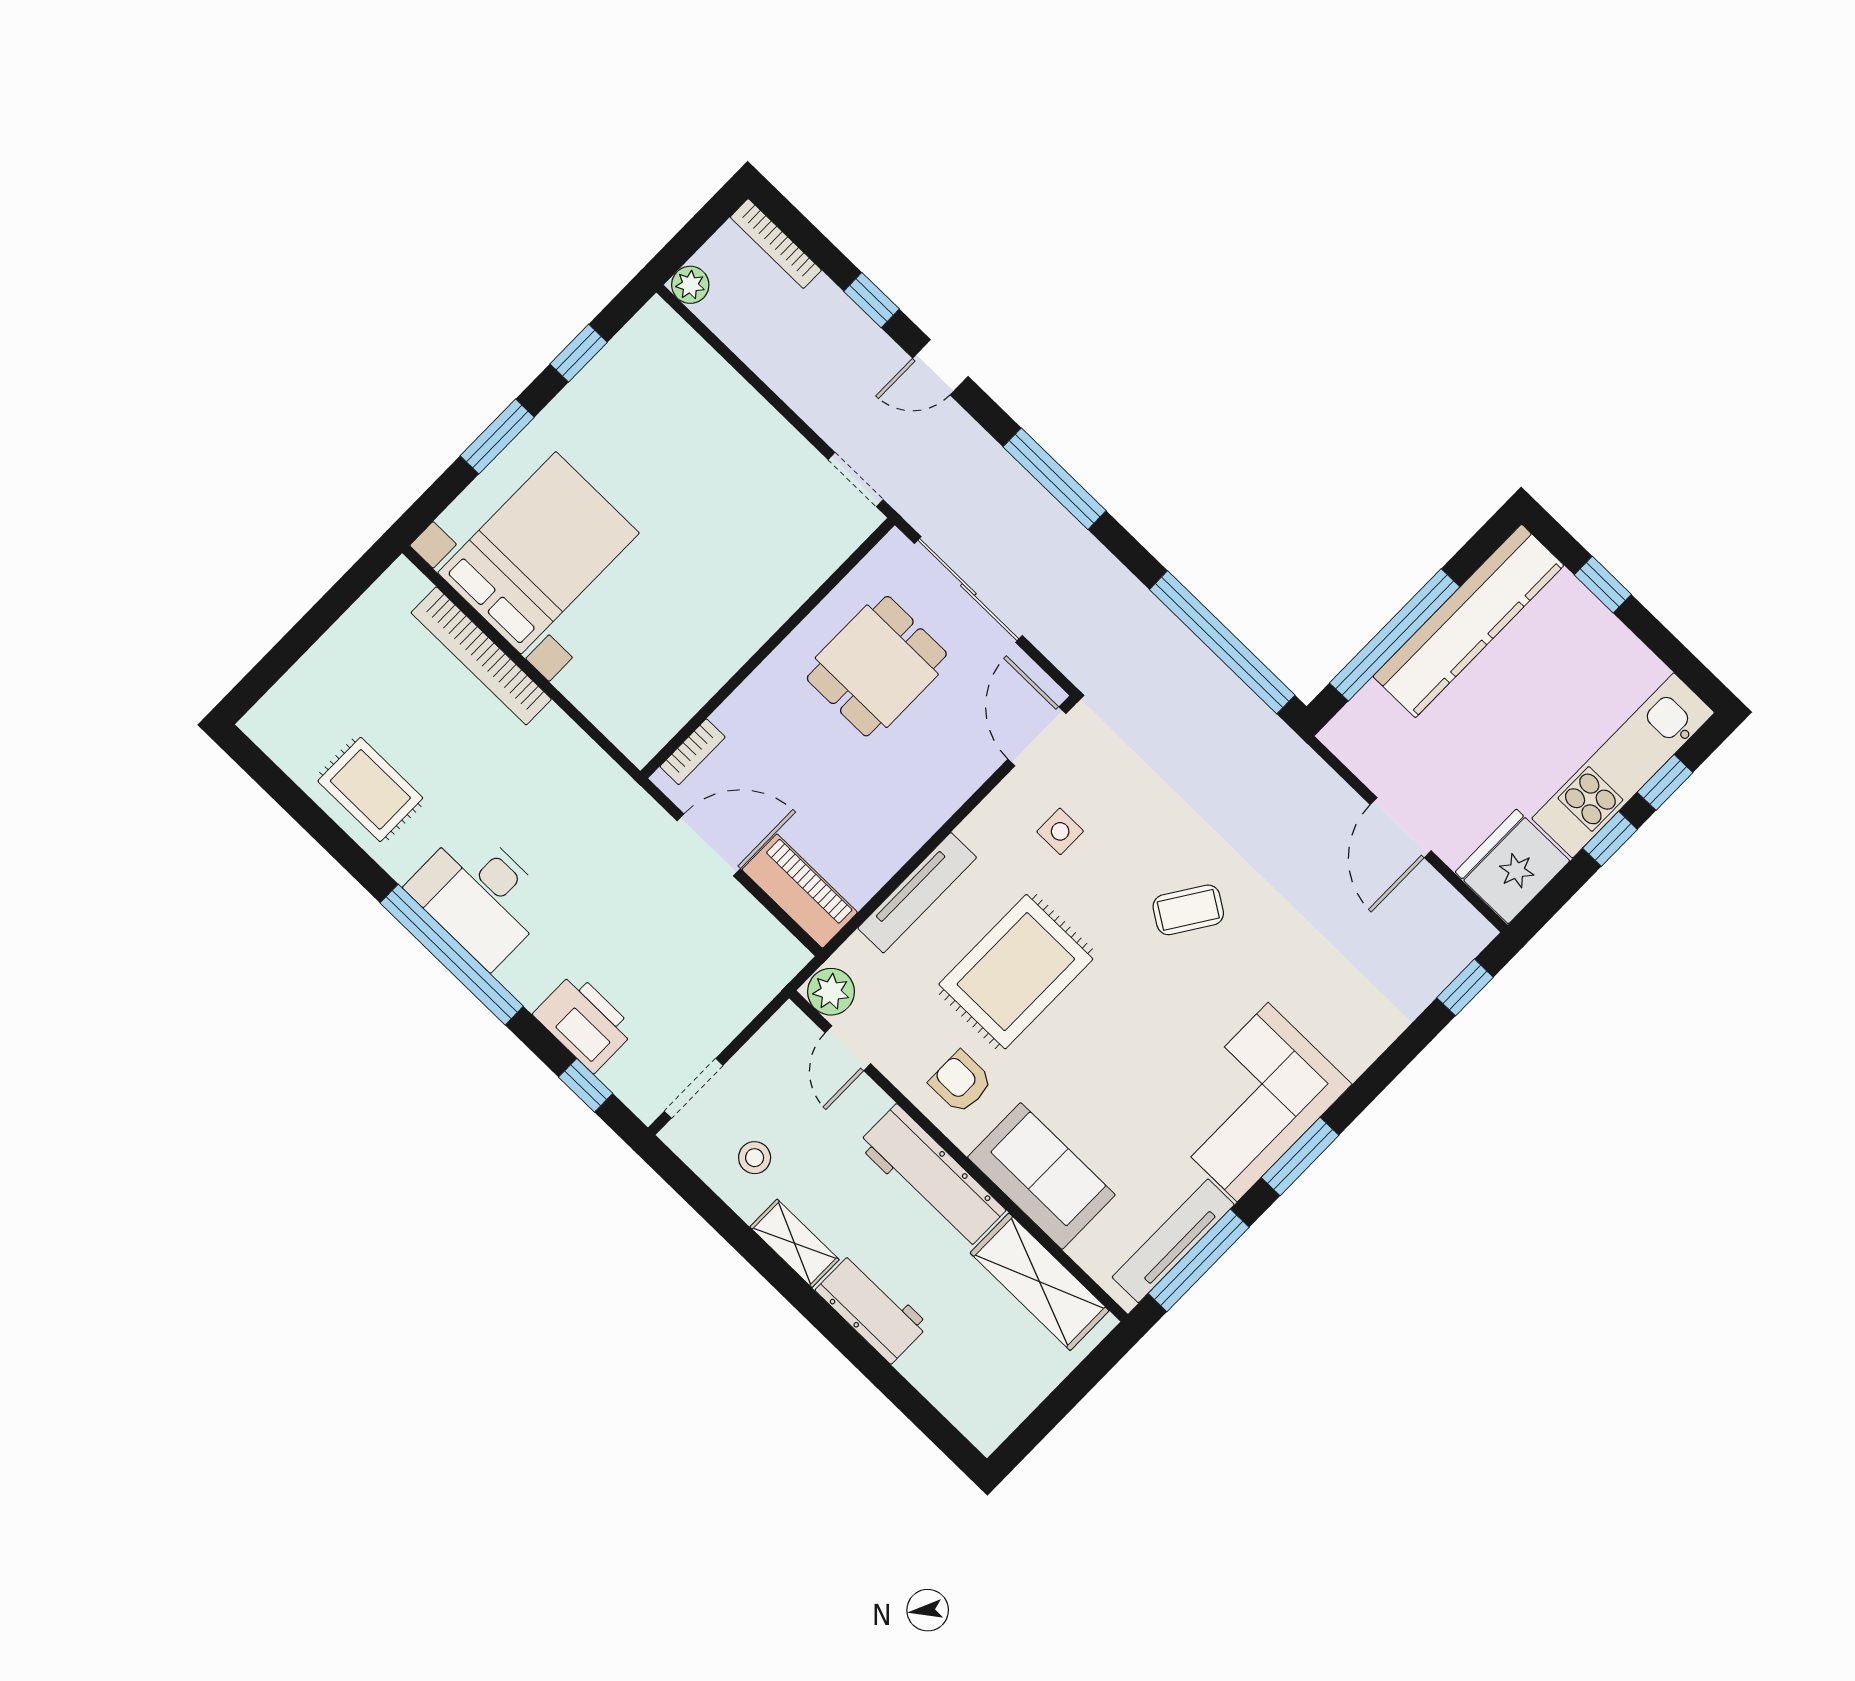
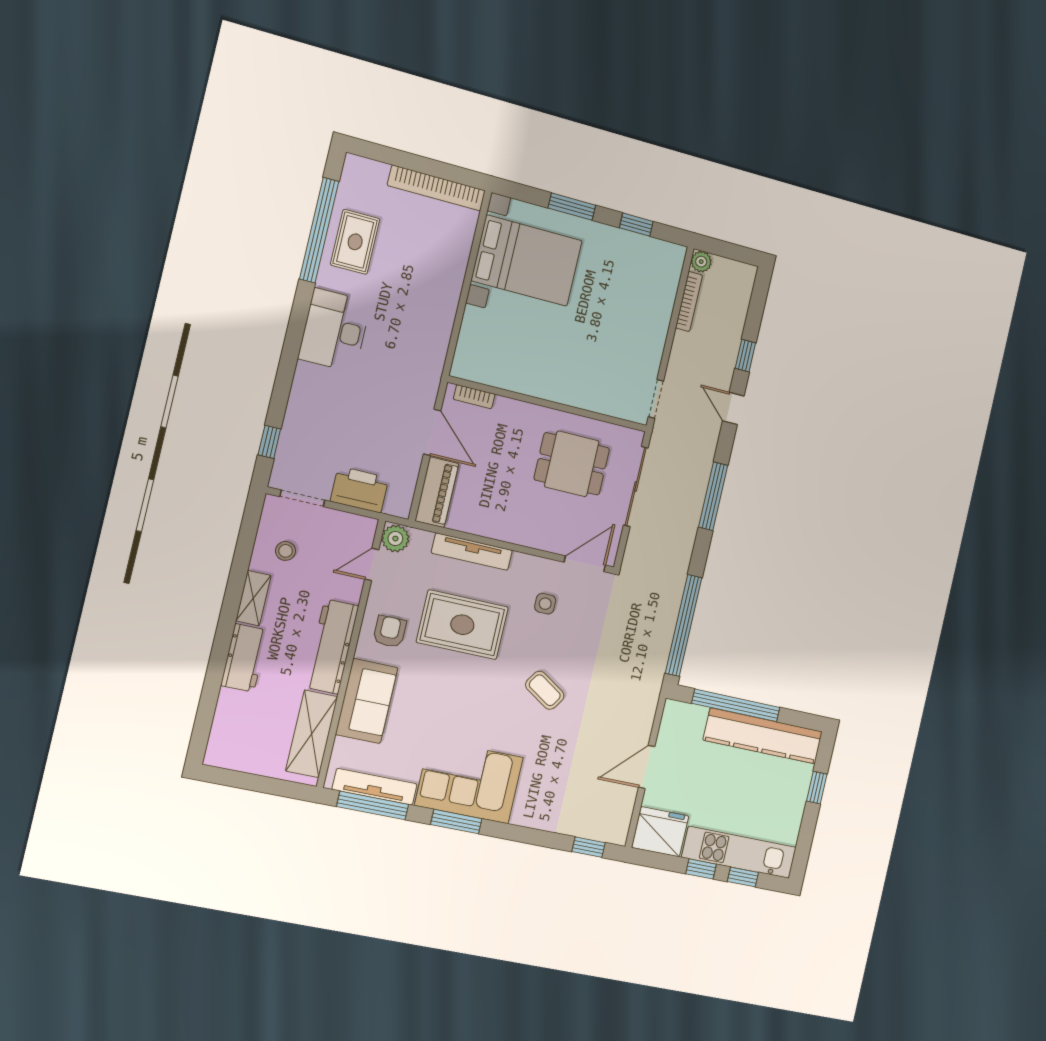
bookcase: (776, 244) -> (689, 301), moved, turned 180
bookcase: (481, 656) -> (437, 188), moved, turned -90
window: (452, 955) -> (319, 230), moved
printer: (584, 1022) -> (360, 490), moved, turned -90

